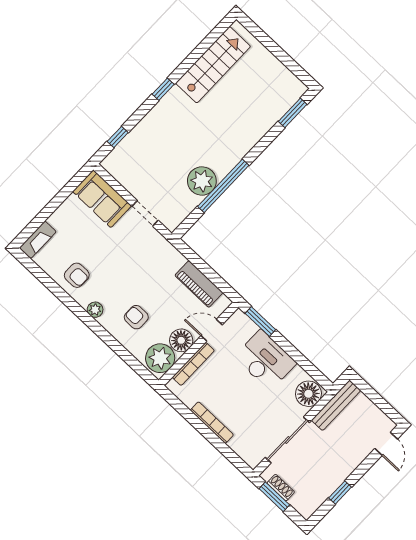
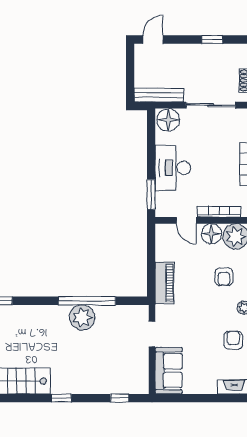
plant: (202, 181) -> (82, 317), moved
piano: (199, 284) -> (165, 283), moved

